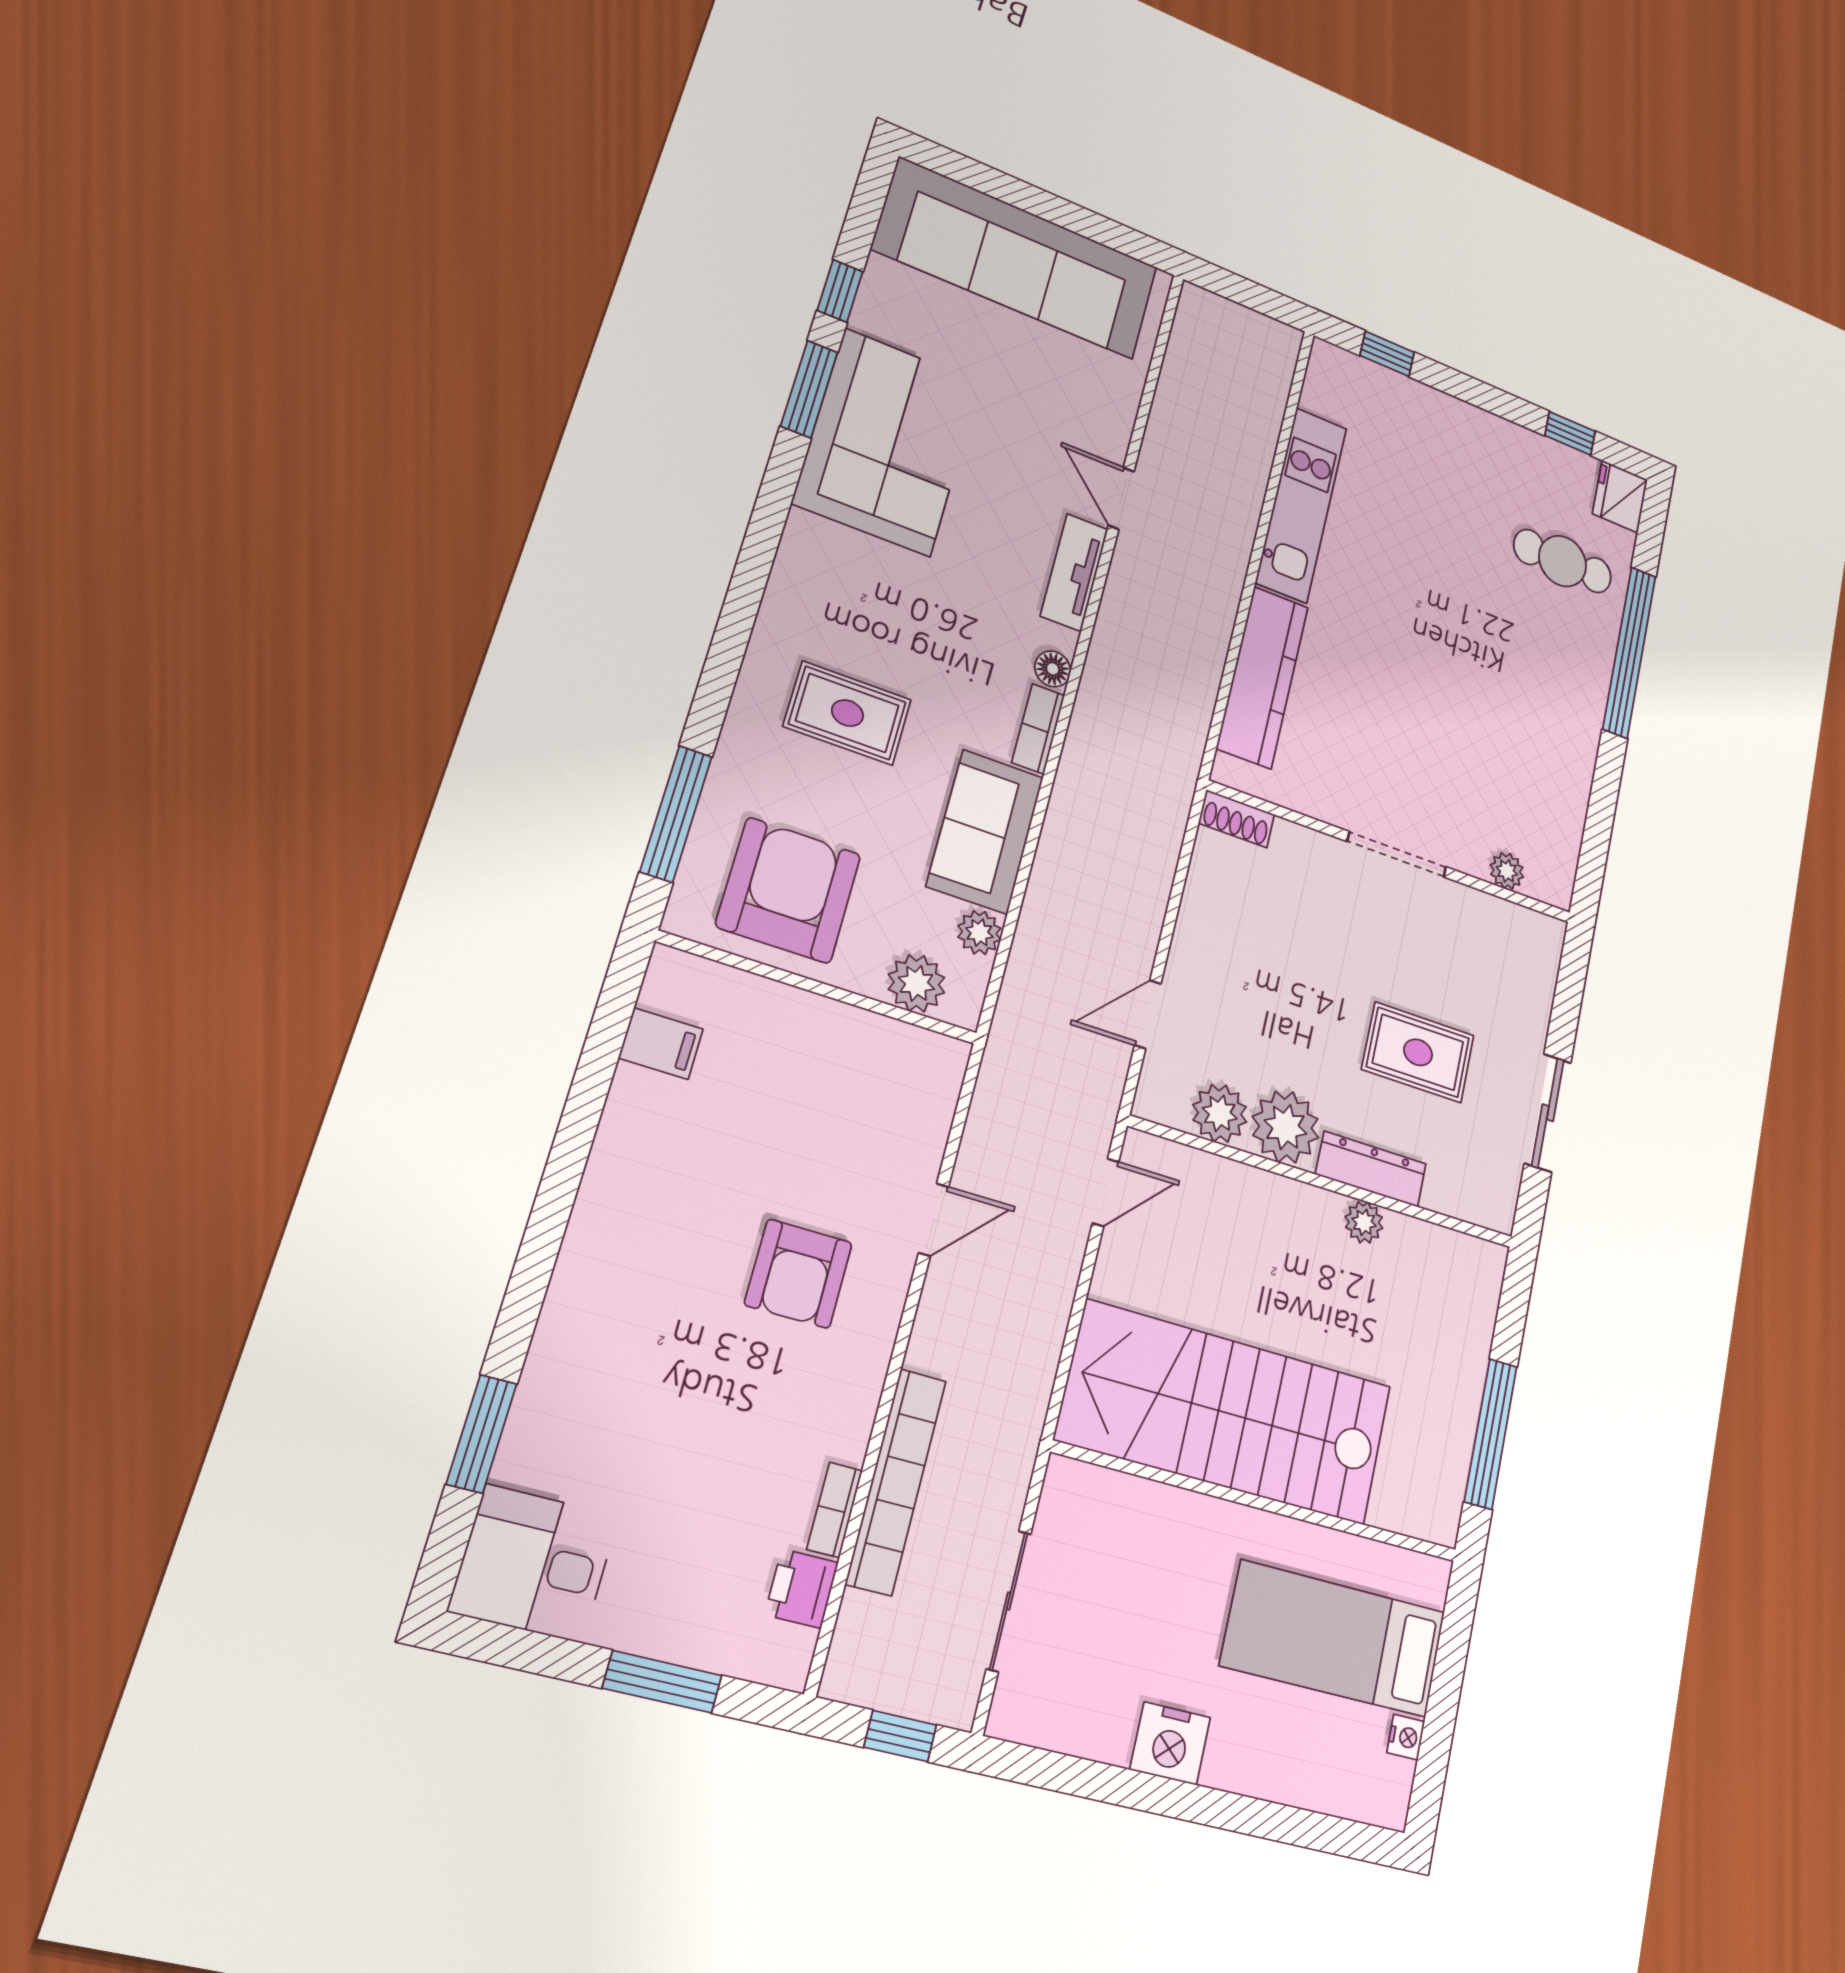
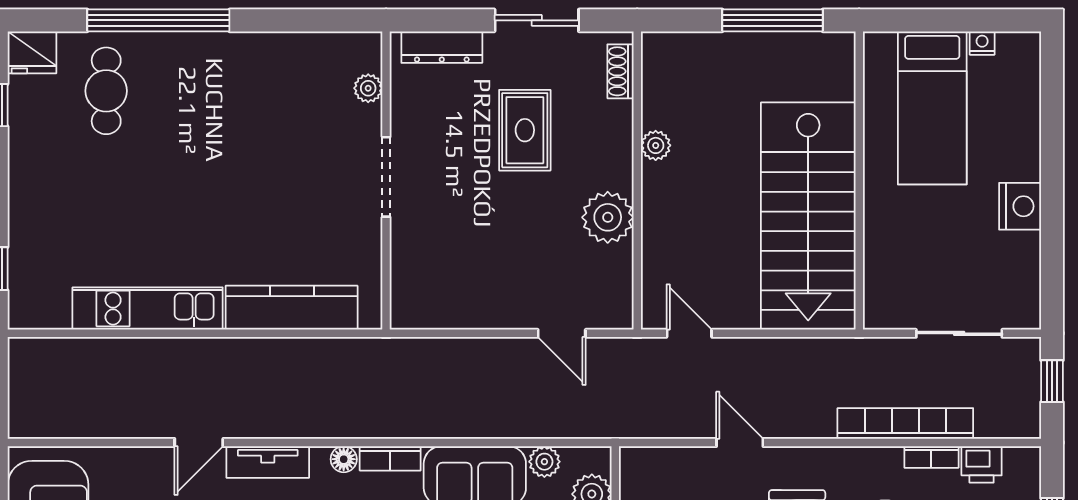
shoe rack: (1237, 819) -> (620, 71), moved, turned 180
plant: (1220, 1113) -> (613, 267), removed
dresser: (1371, 1169) -> (442, 47), moved, turned -90

